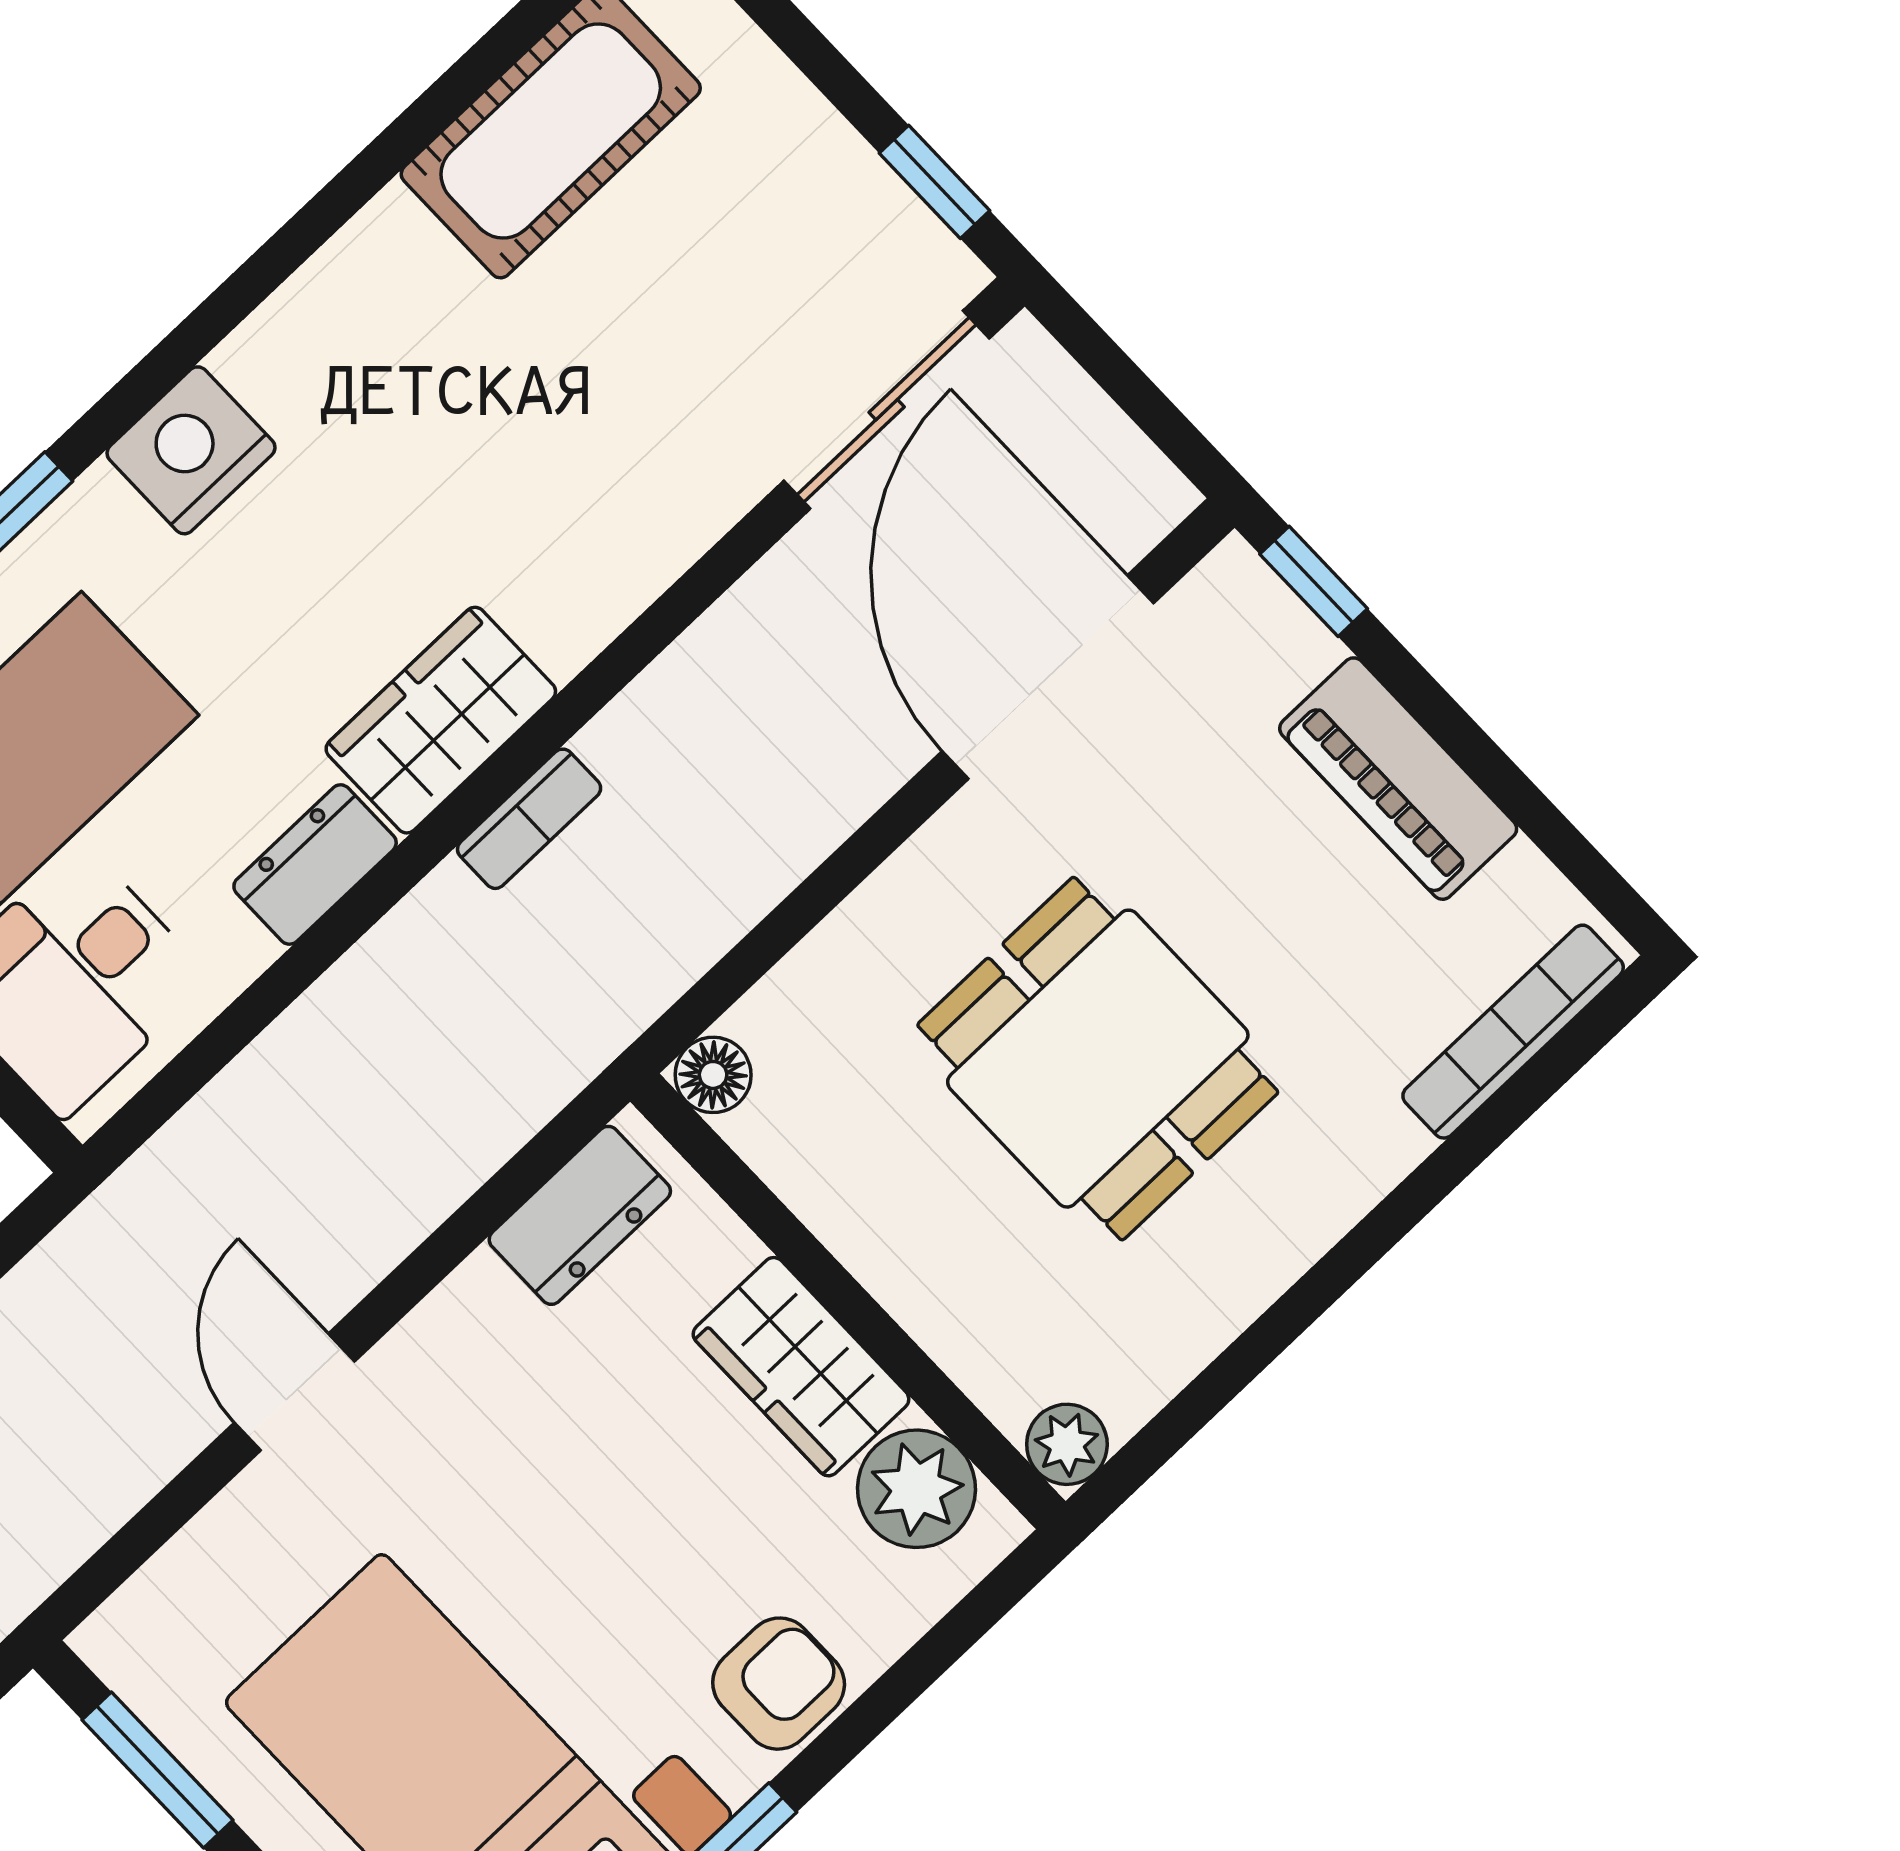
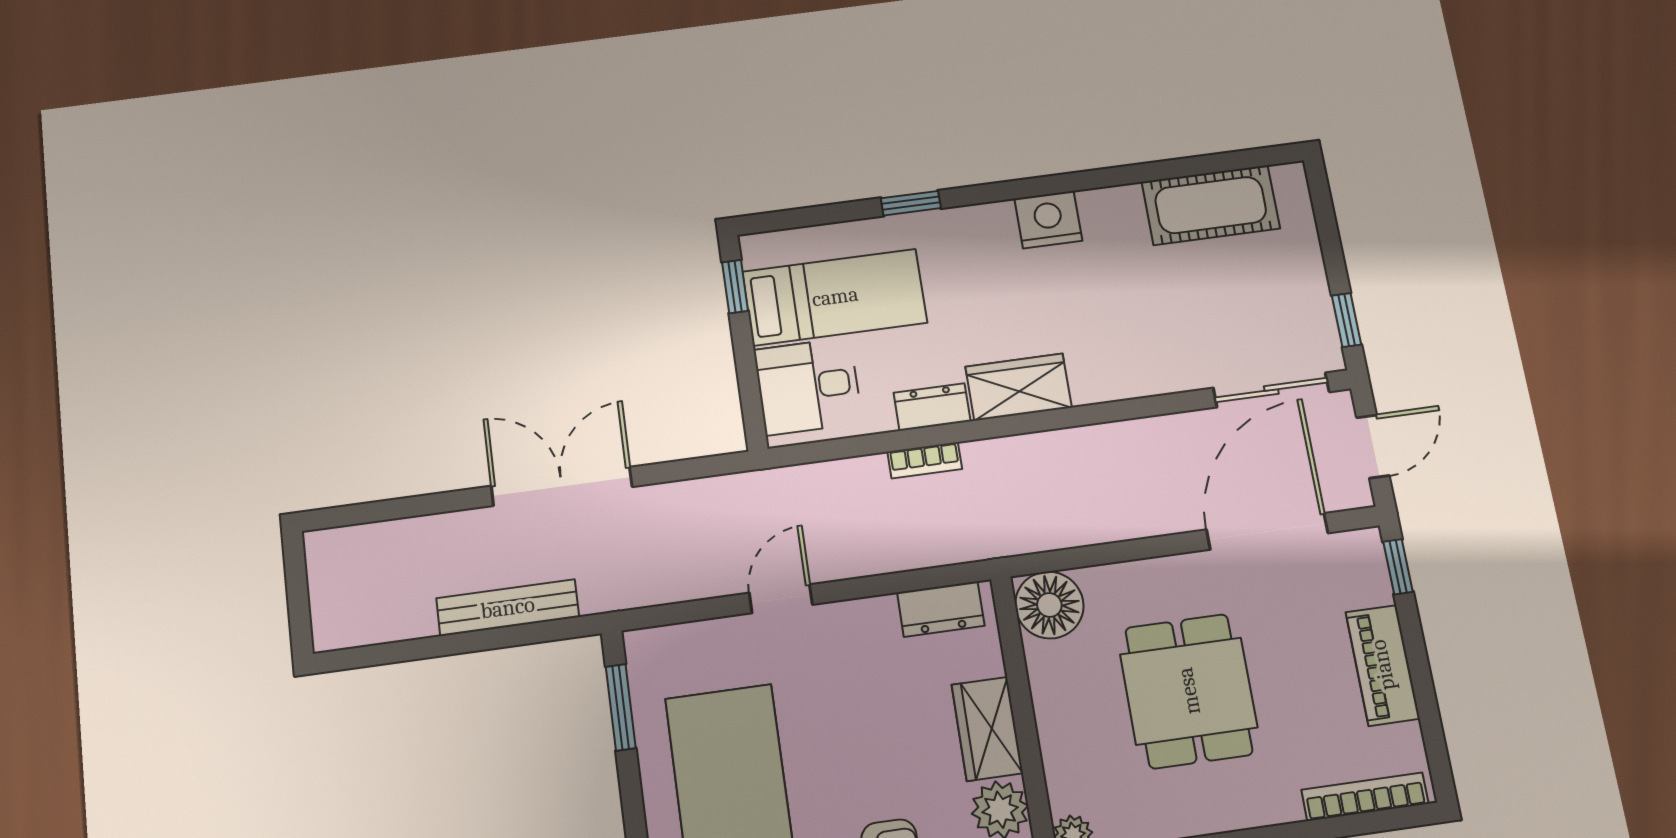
door: (1131, 389) -> (1373, 446), added
nightstand: (191, 450) -> (1048, 220), moved
bookcase: (529, 819) -> (925, 460), moved
floor lamp: (713, 1075) -> (1049, 605), width x1.89, depth x1.89

